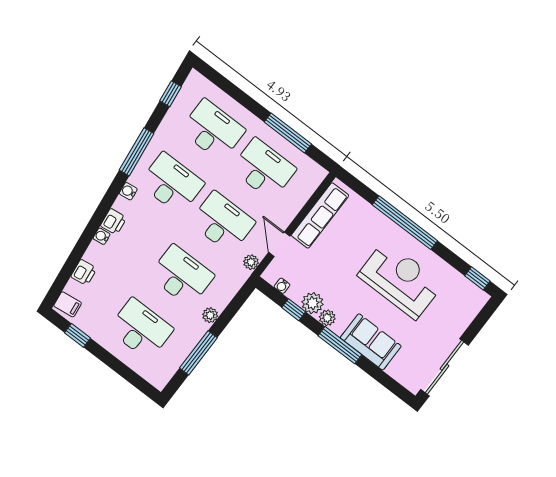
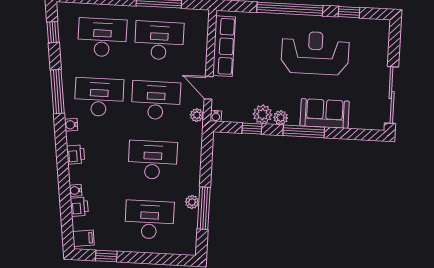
water cooler: (102, 236) -> (76, 190), moved
window: (477, 278) -> (349, 12), moved
water cooler: (282, 286) -> (216, 116), moved
plant: (210, 315) -> (192, 202), moved

